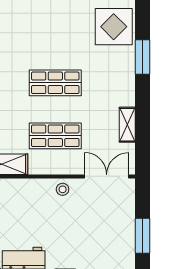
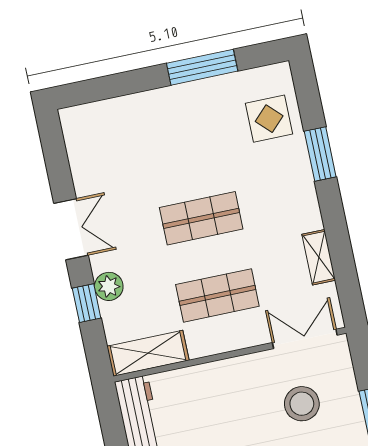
display table: (114, 27) -> (269, 119), width x0.73, depth x0.73
stool: (63, 189) -> (302, 404), moved, width x1.89, depth x1.89

